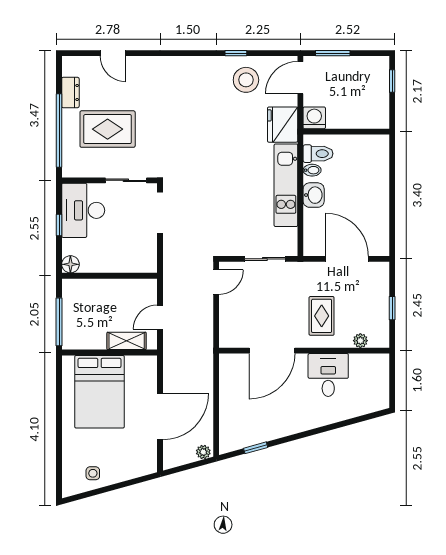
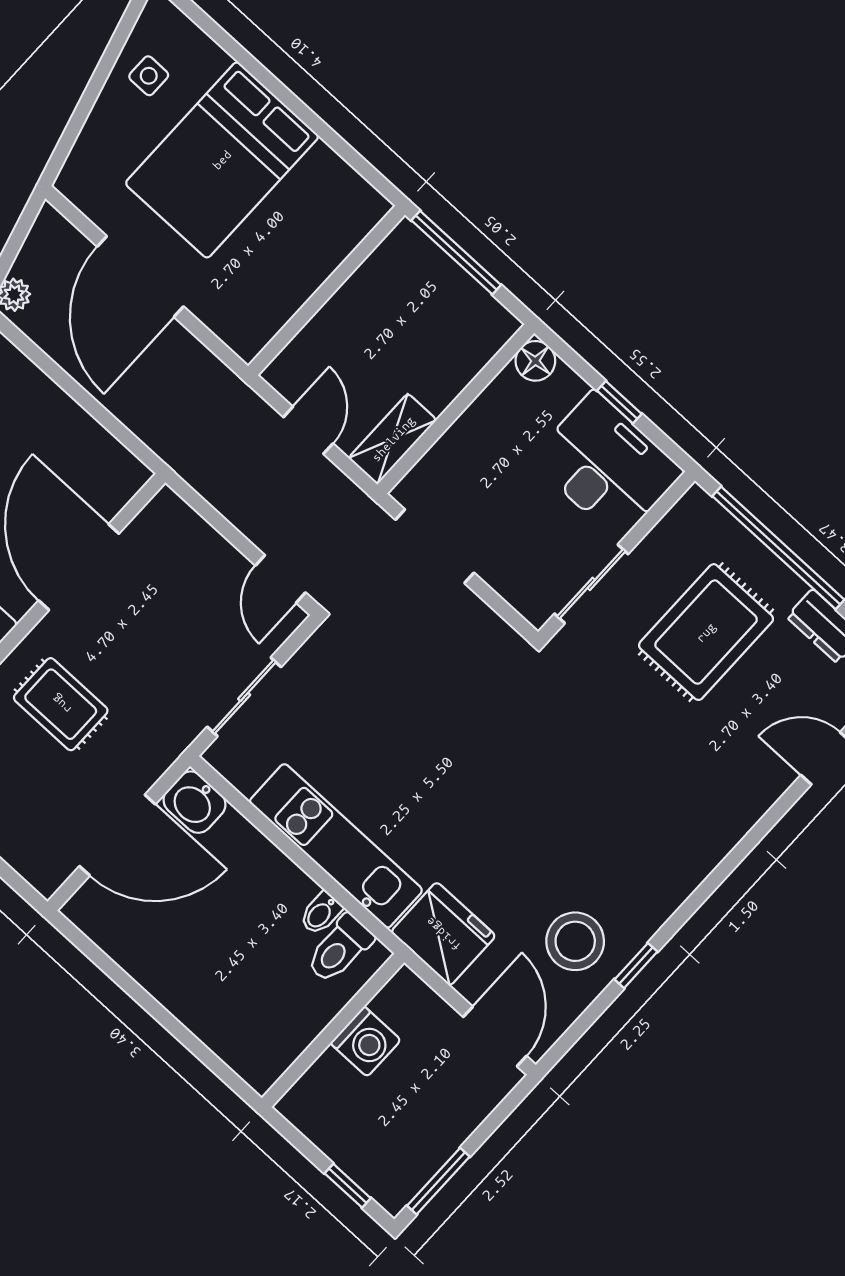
window: (333, 53) -> (438, 1181), moved
washing machine: (314, 118) -> (366, 1042), moved
washbasin: (314, 195) -> (194, 802), moved
doorway: (160, 213) -> (435, 546), moved
shelving: (127, 341) -> (393, 439), moved
bed: (99, 392) -> (222, 160), moved, turned -90

